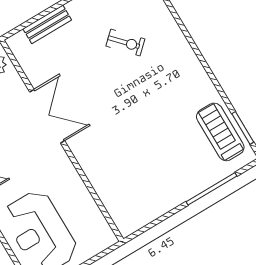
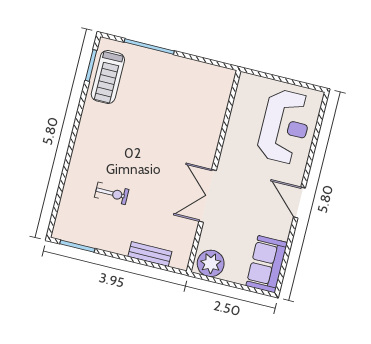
exercise bike: (125, 43) -> (112, 193), turned 133

